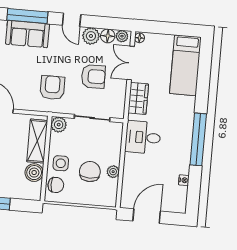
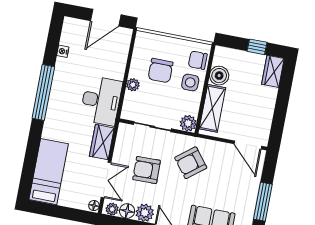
armchair: (52, 88) -> (191, 163), turned 52
desk: (143, 137) -> (101, 101), width x1.37
plant: (113, 172) -> (133, 85), moved

